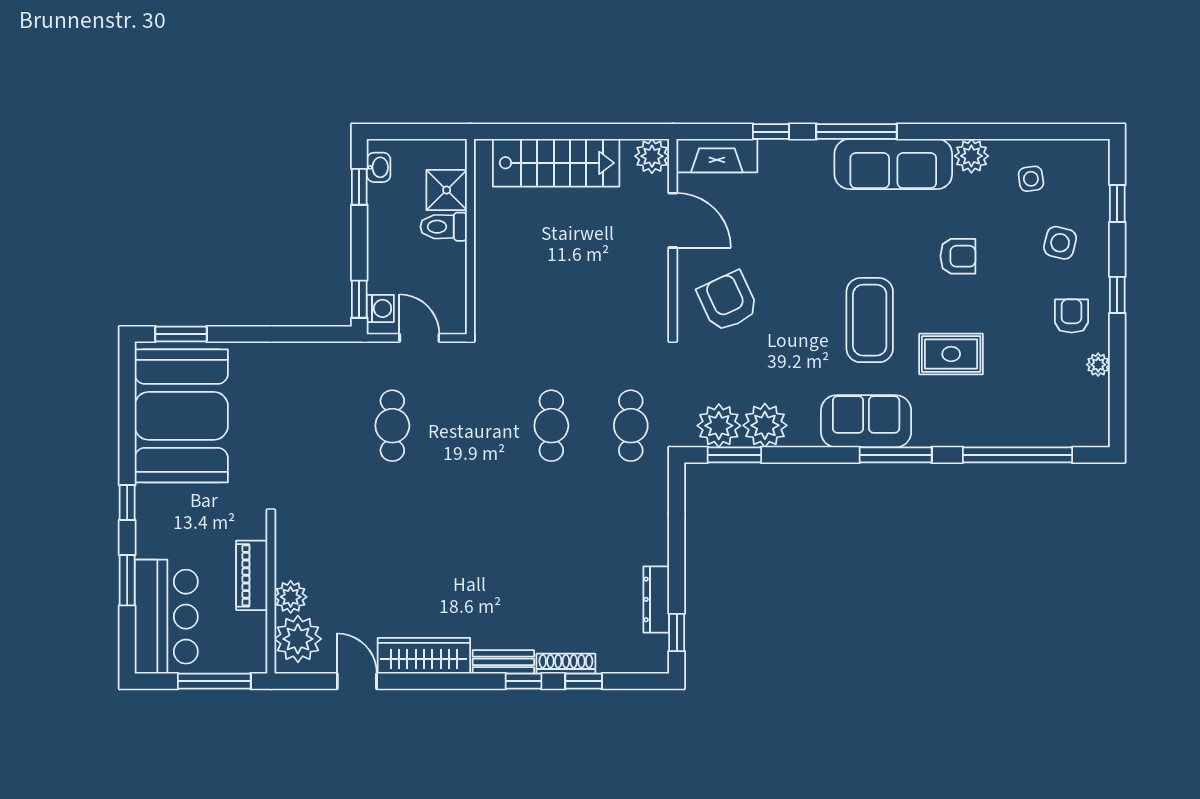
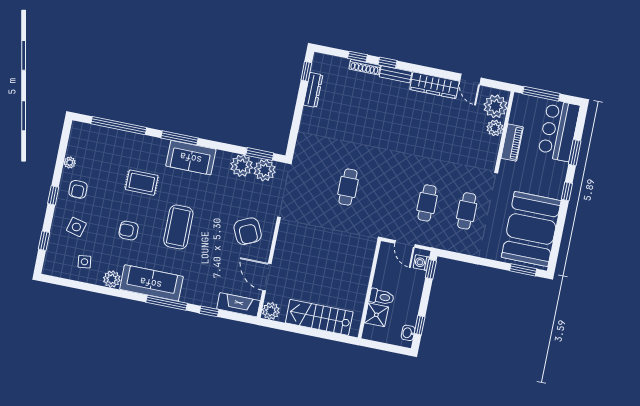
coffee table: (870, 320) -> (178, 227), moved
cafe table: (631, 426) -> (467, 211), moved

